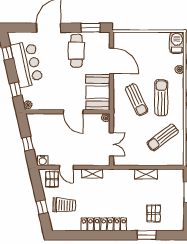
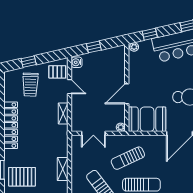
sun lounger: (137, 100) -> (128, 158), moved
door: (66, 167) -> (70, 87), swing flipped
pallet: (154, 213) -> (22, 177), width x1.50, depth x1.42

